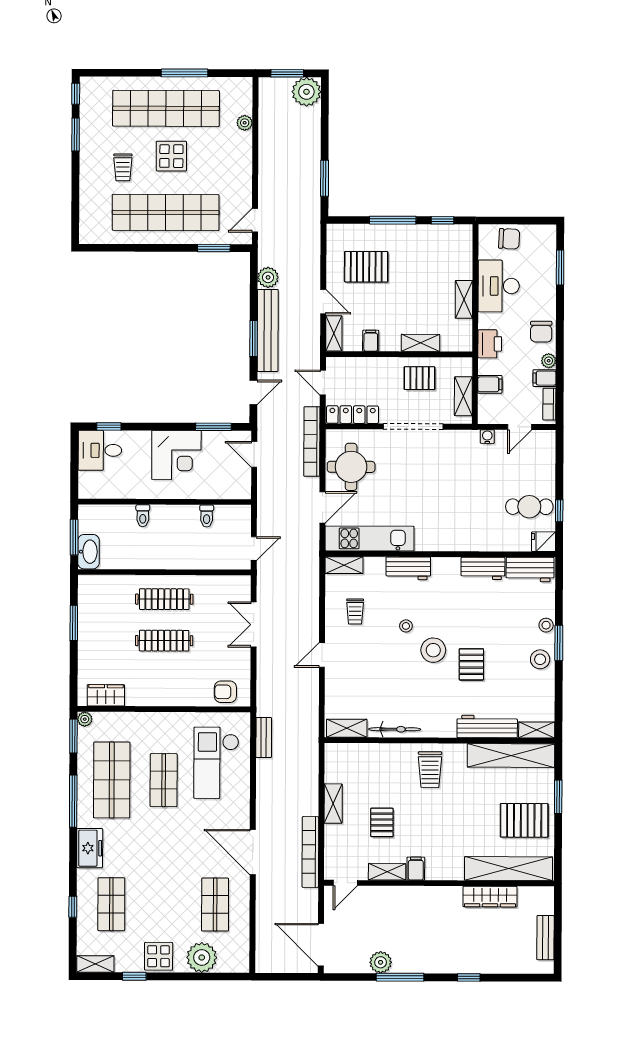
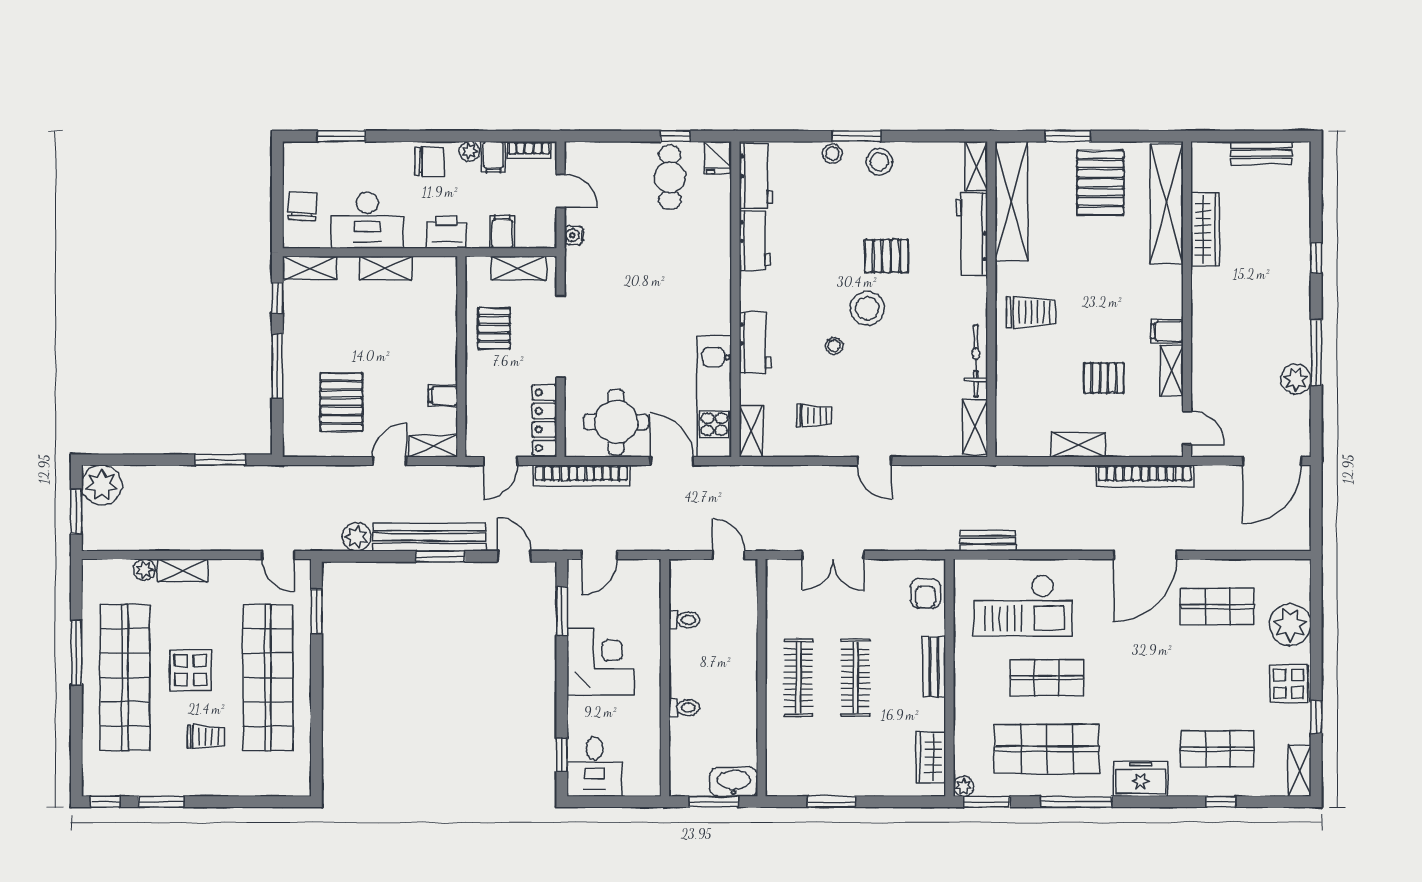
shelving: (244, 151) -> (183, 570), added
shelving: (421, 343) -> (310, 268), moved, turned 90
bench: (172, 698) -> (934, 667), added

